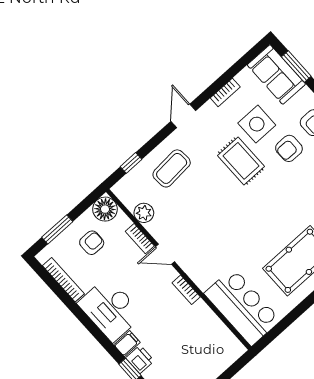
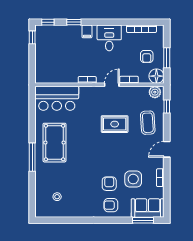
door: (183, 116) -> (167, 149), swing flipped
rug: (241, 161) -> (115, 124), moved
plant: (144, 213) -> (155, 92), moved
window: (57, 229) -> (167, 58), moved
desk: (110, 309) -> (109, 38), width x0.73
printer: (140, 359) -> (75, 31), removed

